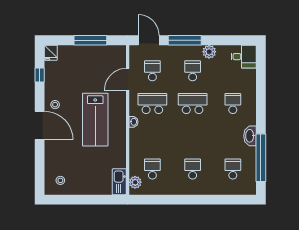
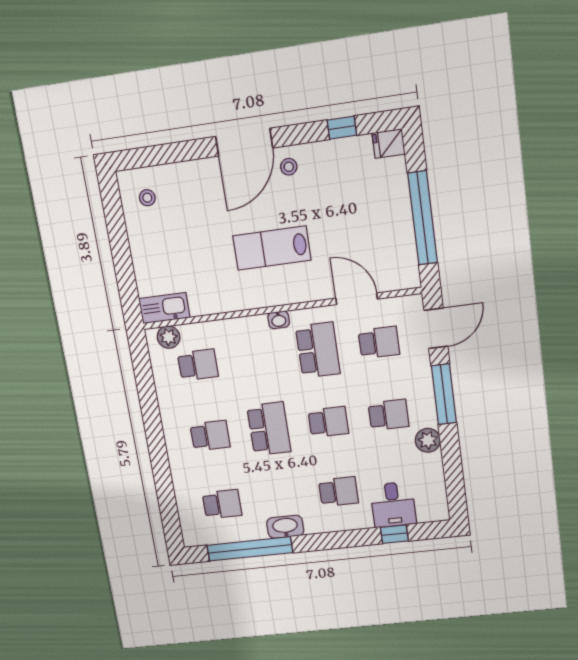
window: (90, 40) -> (423, 218), width x1.46
desk: (244, 57) -> (393, 505), moved
window: (261, 76) -> (394, 534), added
school desk: (193, 104) -> (328, 422), width x0.54
lab bench: (95, 120) -> (272, 248), width x0.73, depth x0.72
school desk: (193, 136) -> (269, 429), added

